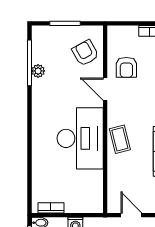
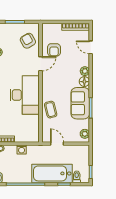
door: (105, 89) -> (41, 64), swing flipped
coffee table: (120, 139) -> (51, 110), moved

